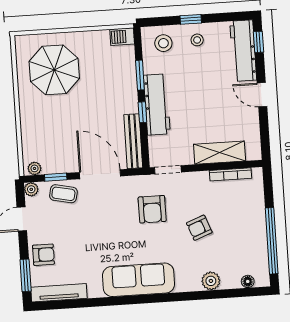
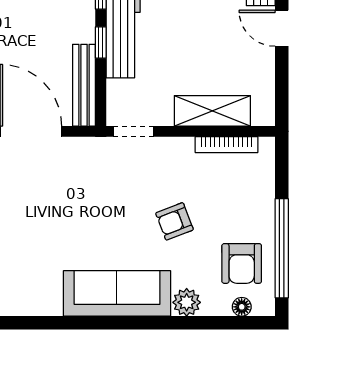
armchair: (152, 209) -> (242, 263), moved
sofa: (139, 280) -> (117, 293), moved

